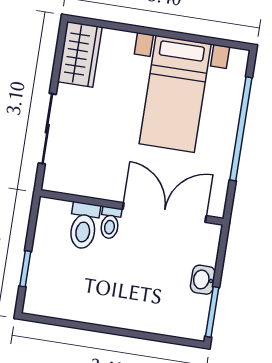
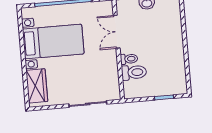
wardrobe: (80, 54) -> (37, 86), moved, turned 90
double door: (165, 213) -> (117, 32), width x0.73

